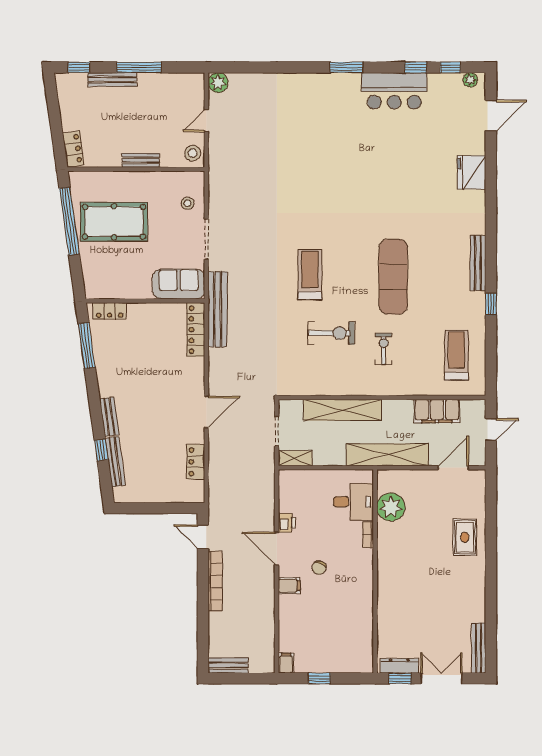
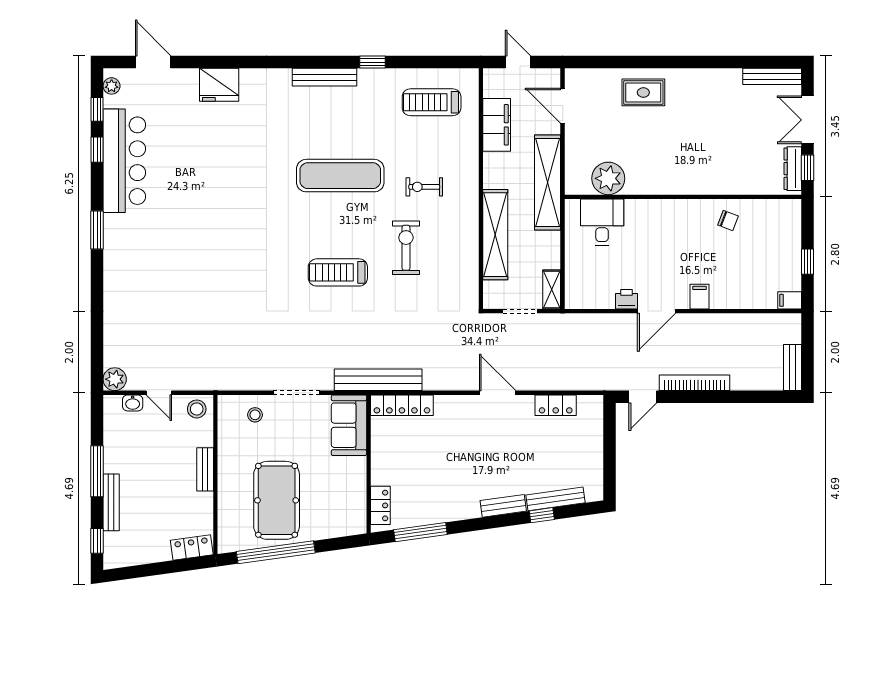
bar counter: (394, 91) -> (124, 161), width x1.36
washbasin: (198, 98) -> (133, 403), added
bookcase: (368, 535) -> (640, 205), removed
chair: (319, 568) -> (728, 221), moved

